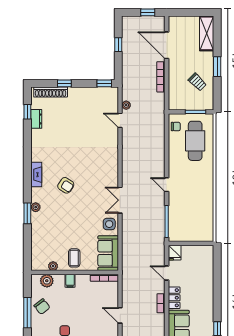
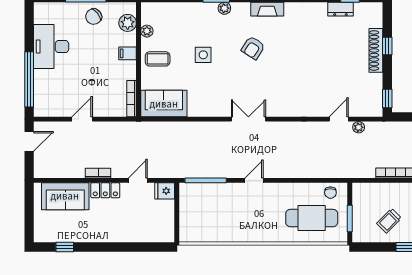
shoe rack: (51, 92) -> (376, 50), moved
double door: (120, 200) -> (248, 119), moved
side table: (109, 224) -> (203, 55), moved

